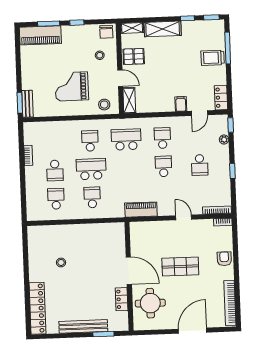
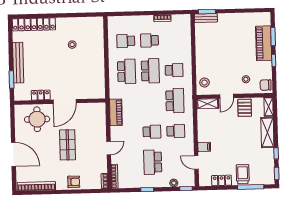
piano: (40, 35) -> (264, 43), moved
grand piano: (72, 86) -> (220, 55), removed
locker: (221, 98) -> (222, 180), moved
school desk: (200, 165) -> (153, 162), width x1.85
school desk: (92, 197) -> (127, 71), width x1.85
school desk: (56, 199) -> (126, 41), turned 180

